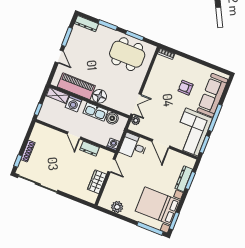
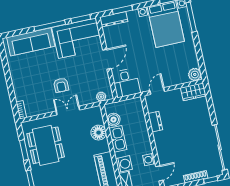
armchair: (185, 88) -> (61, 85), moved
floor lamp: (99, 96) -> (99, 133), moved
double door: (136, 104) -> (68, 111), moved
door: (74, 136) -> (159, 173), moved
washing machine: (113, 144) -> (149, 160), moved
dresser: (184, 179) -> (114, 19), moved
wardrobe: (97, 182) -> (193, 92), moved
plant: (117, 207) -> (195, 74), moved

